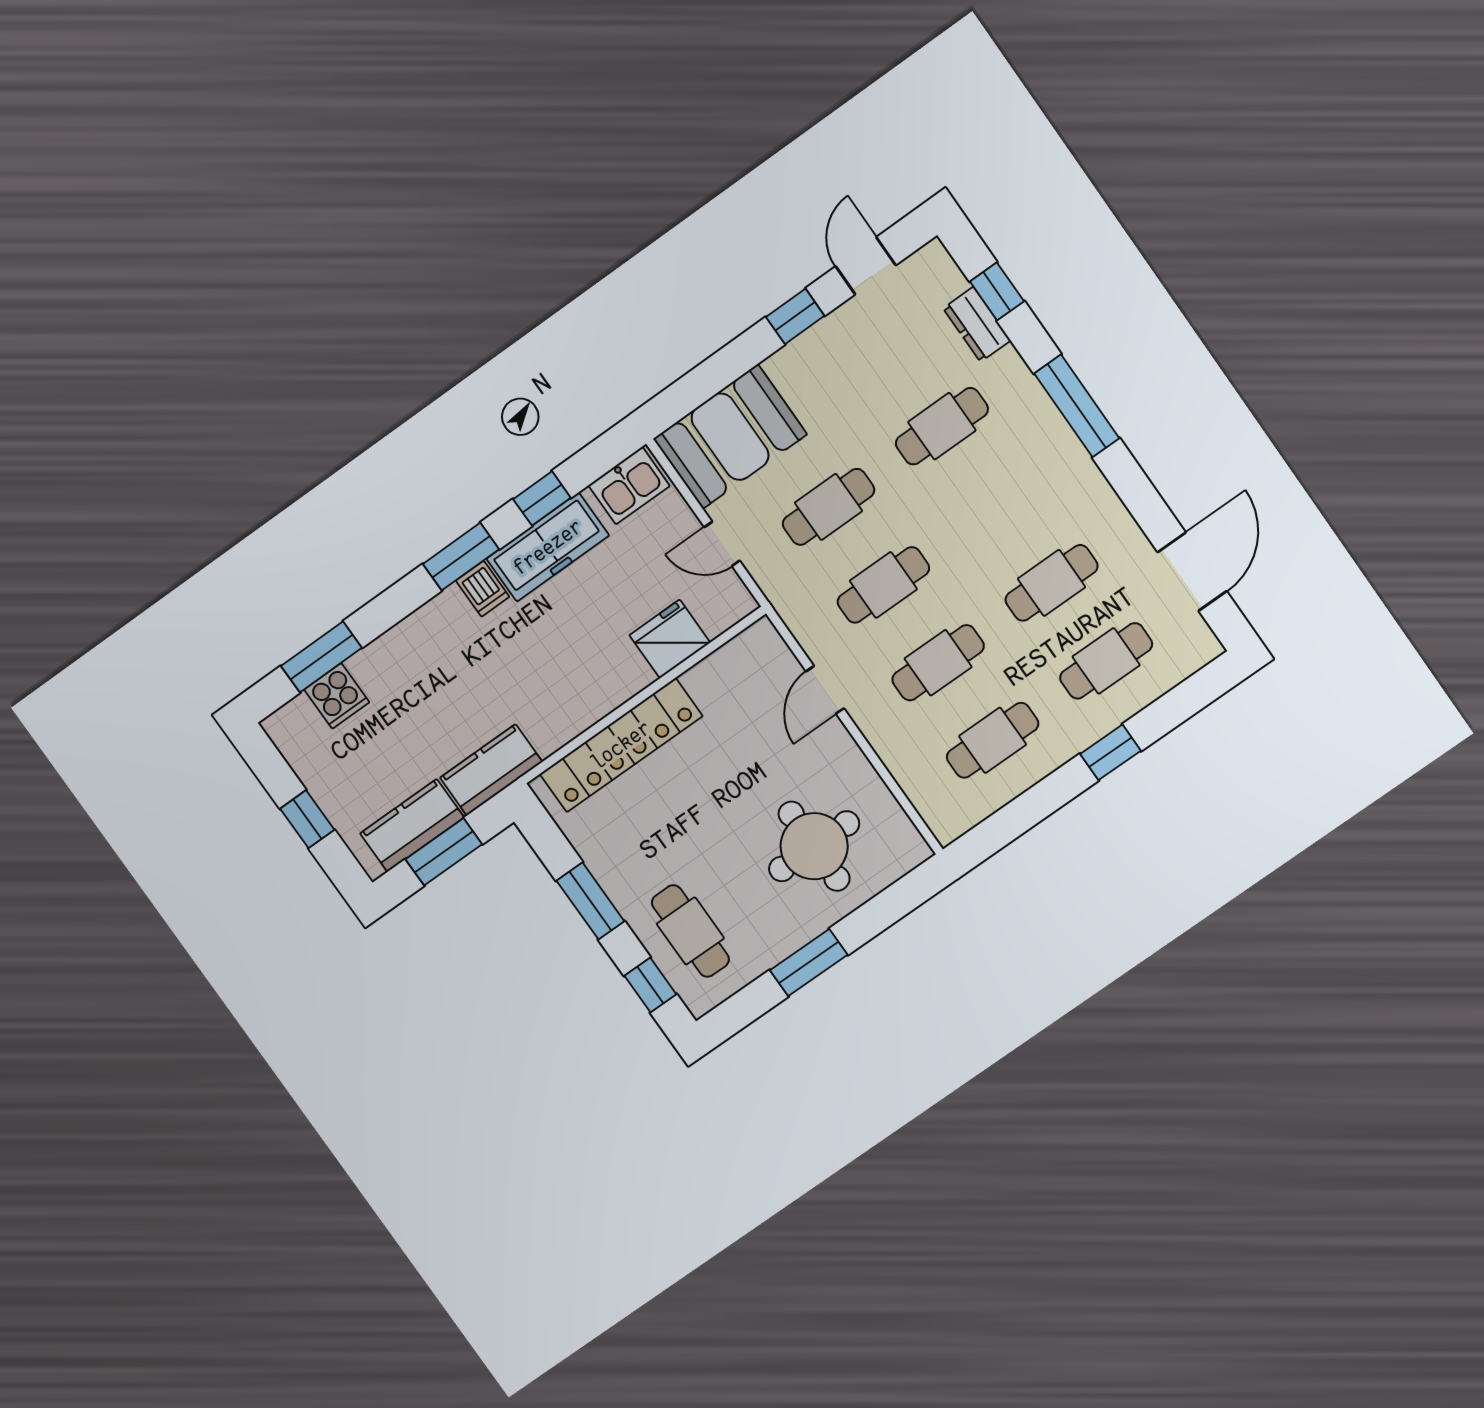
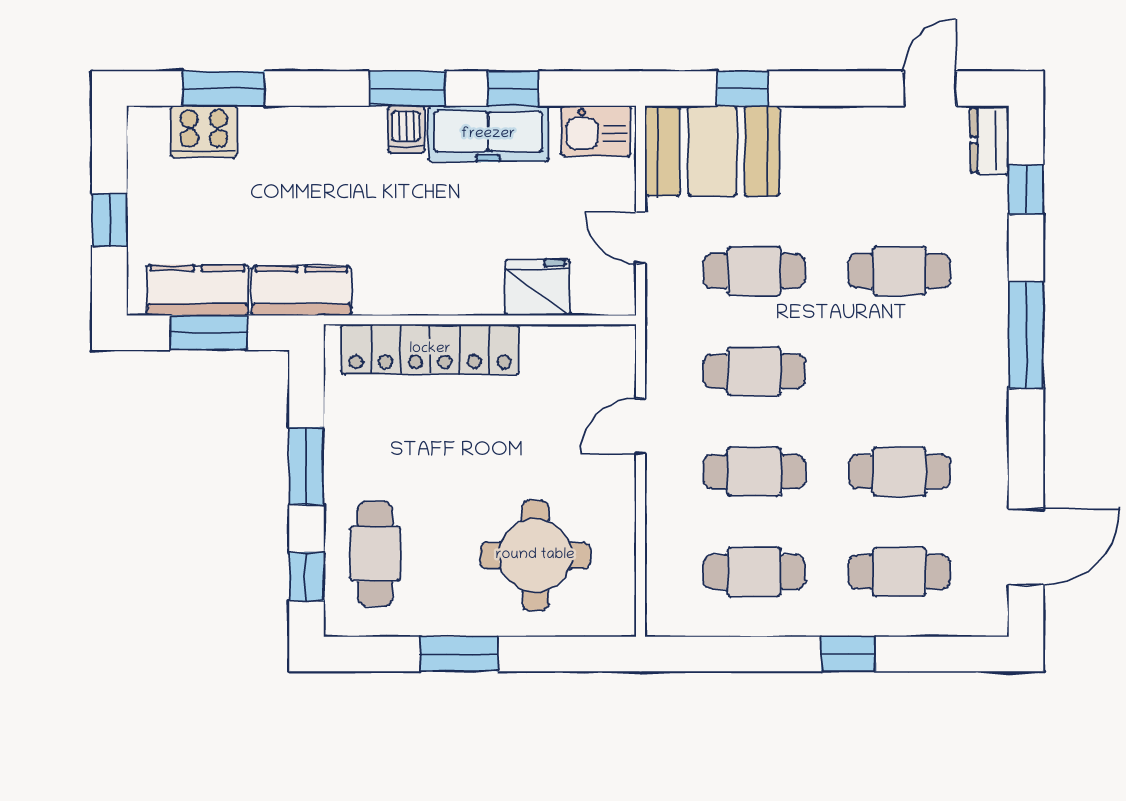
window: (795, 316) -> (742, 89), moved
dresser: (977, 324) -> (990, 140), moved
cooker: (337, 696) -> (204, 132), width x1.36

